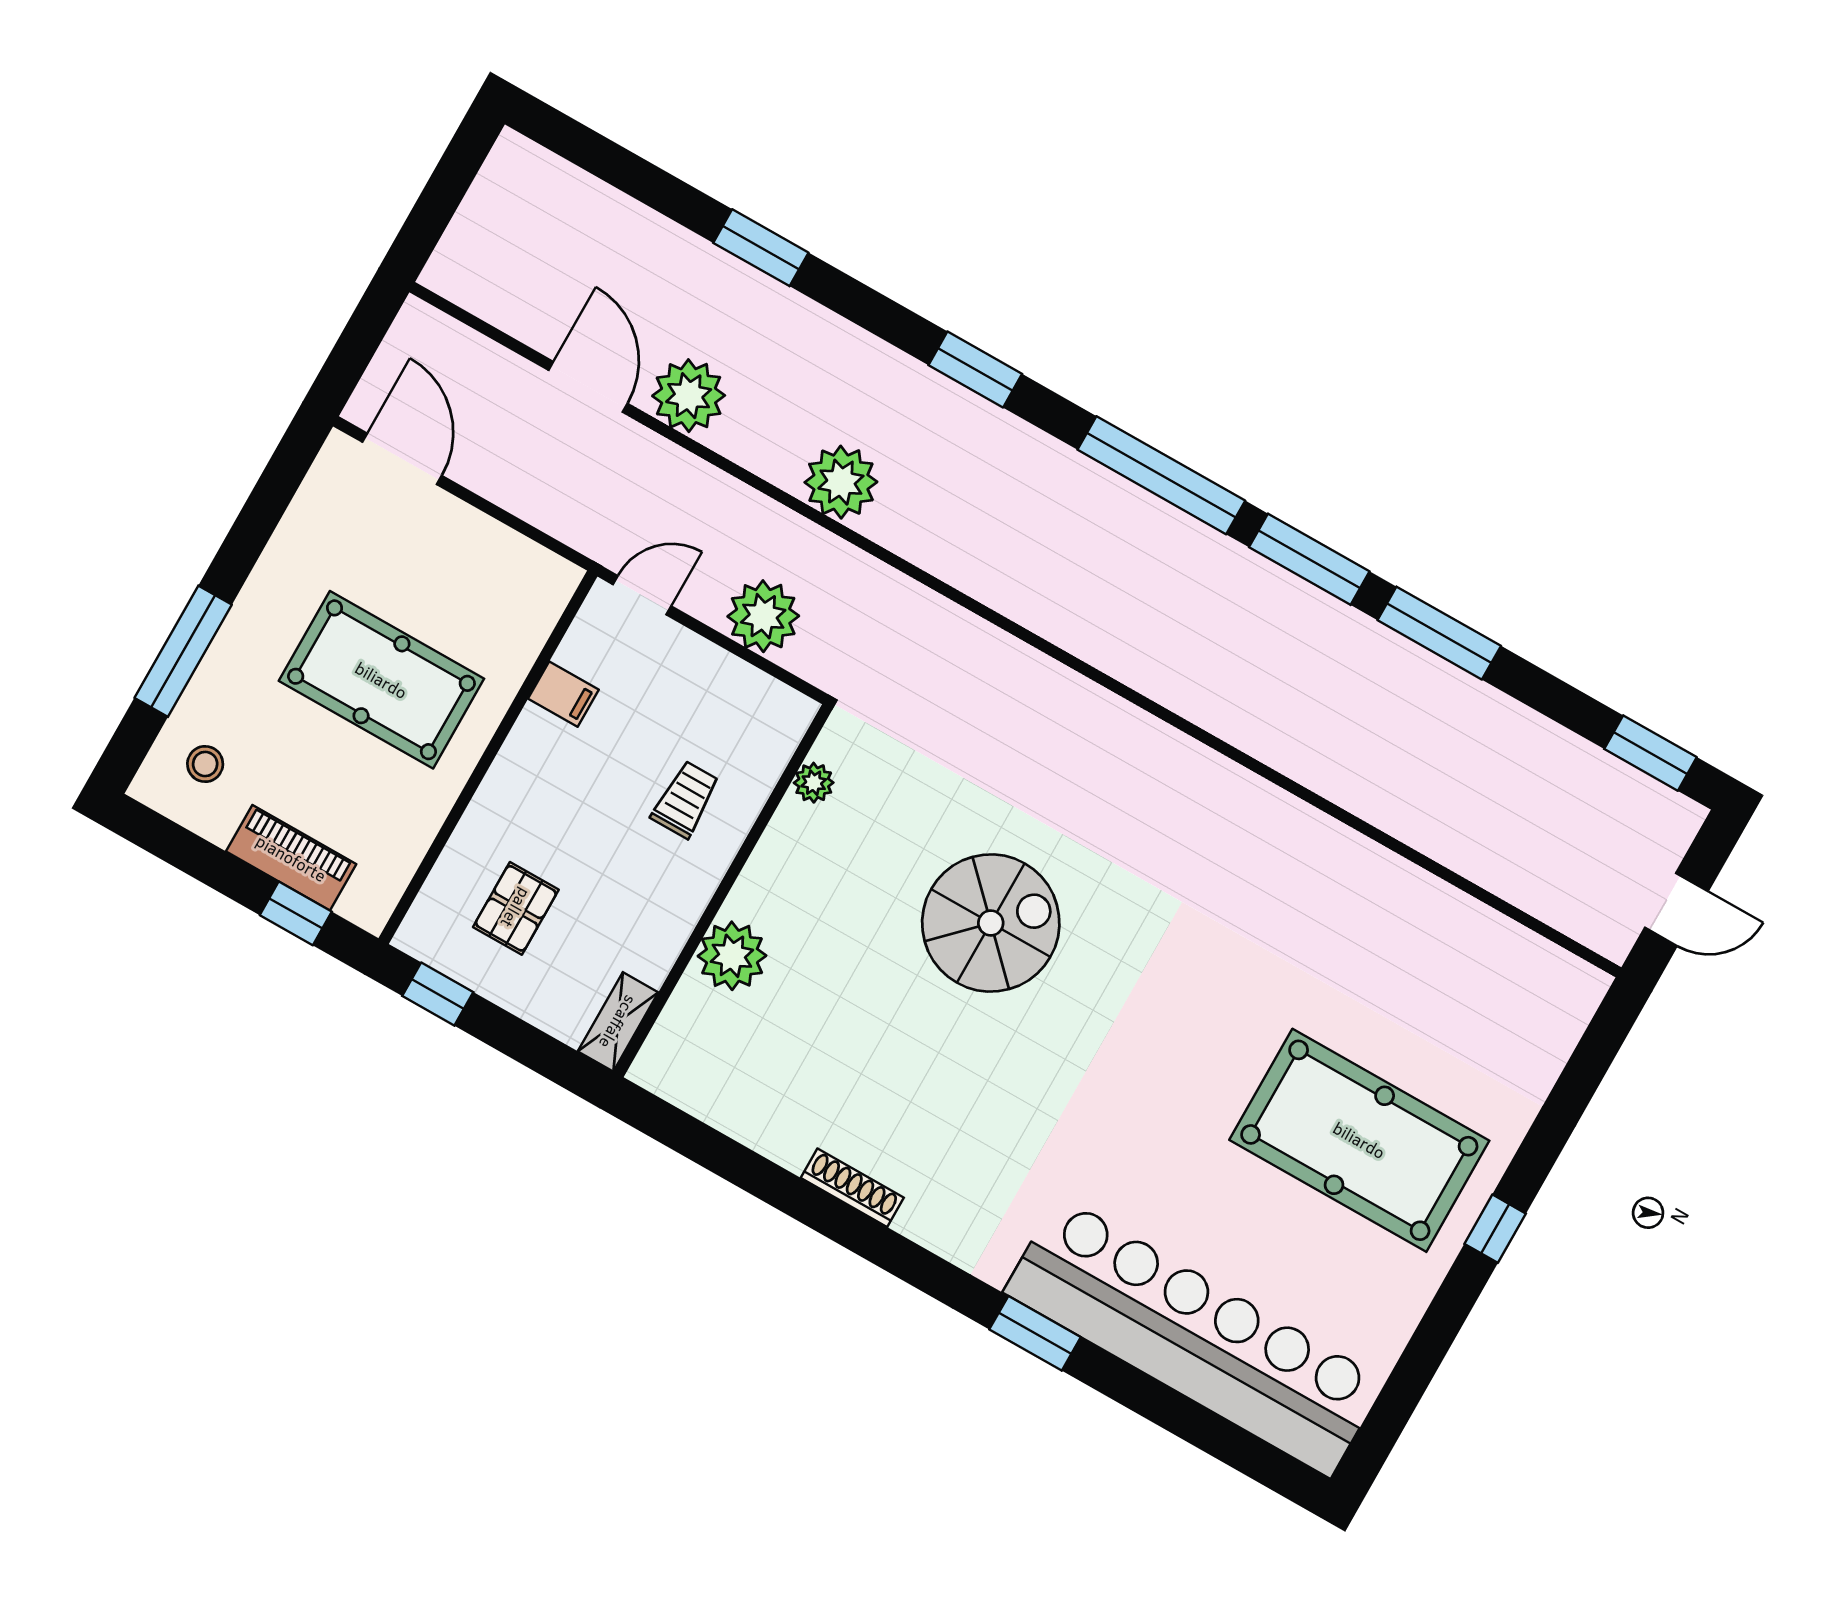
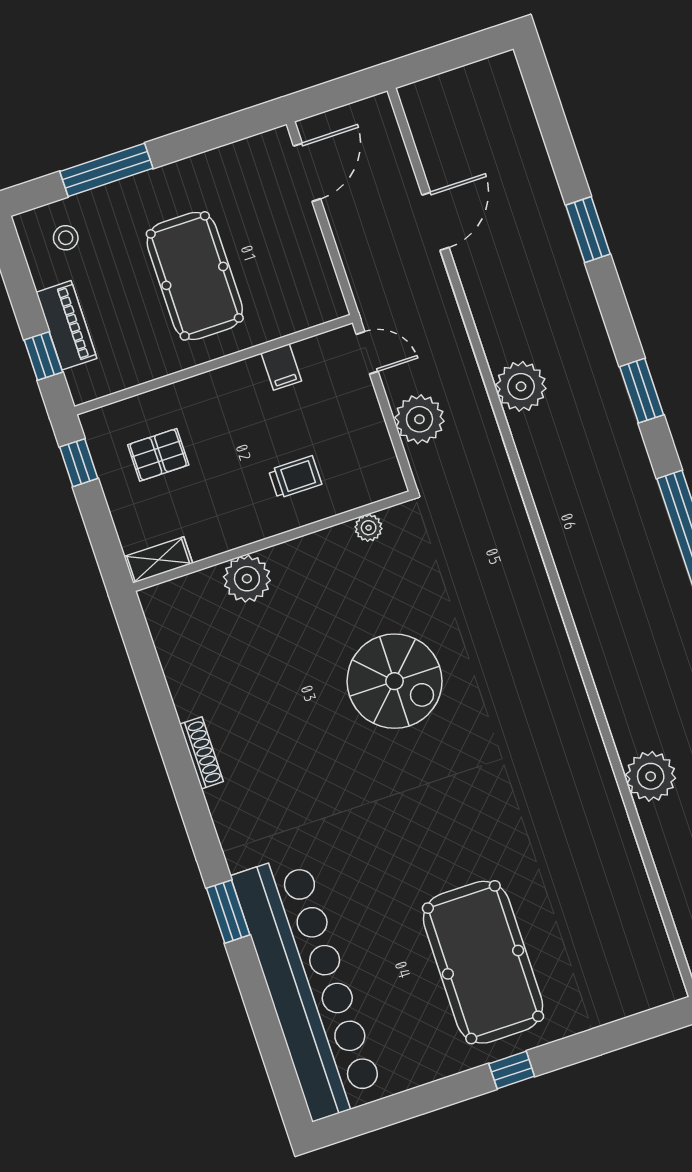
plant: (689, 396) -> (651, 776), moved

